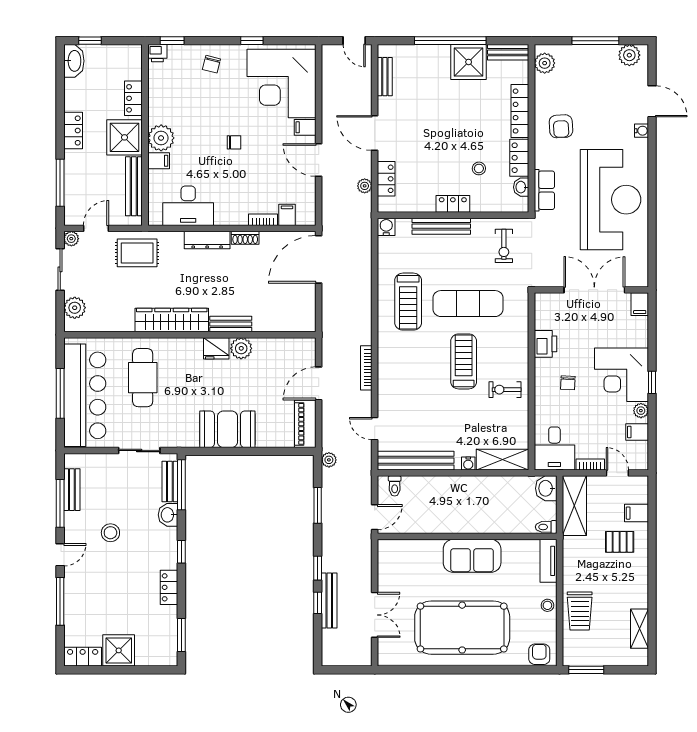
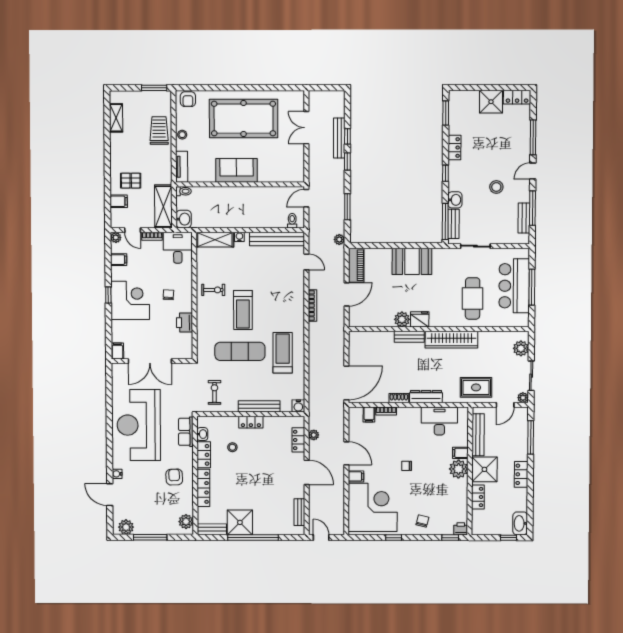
bar counter: (85, 395) -> (514, 286), width x0.73
plant: (641, 411) -> (116, 237), moved

